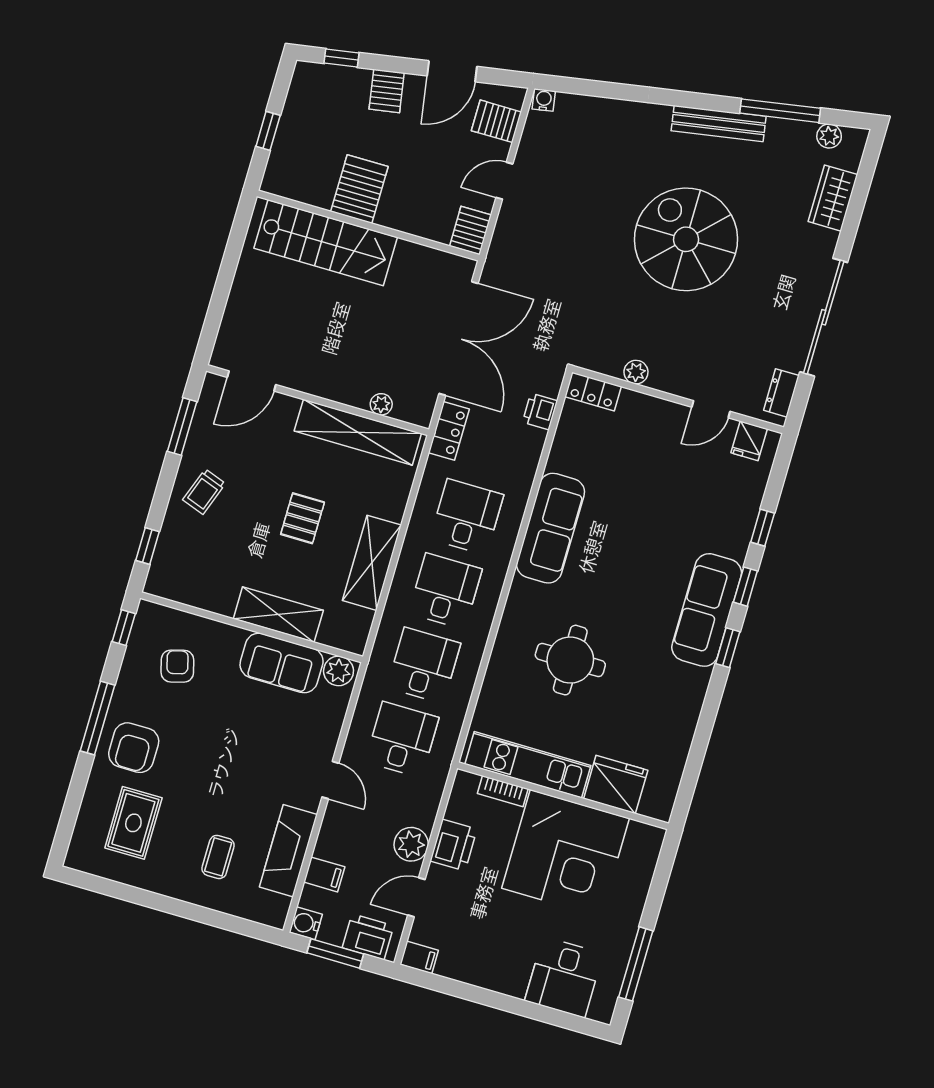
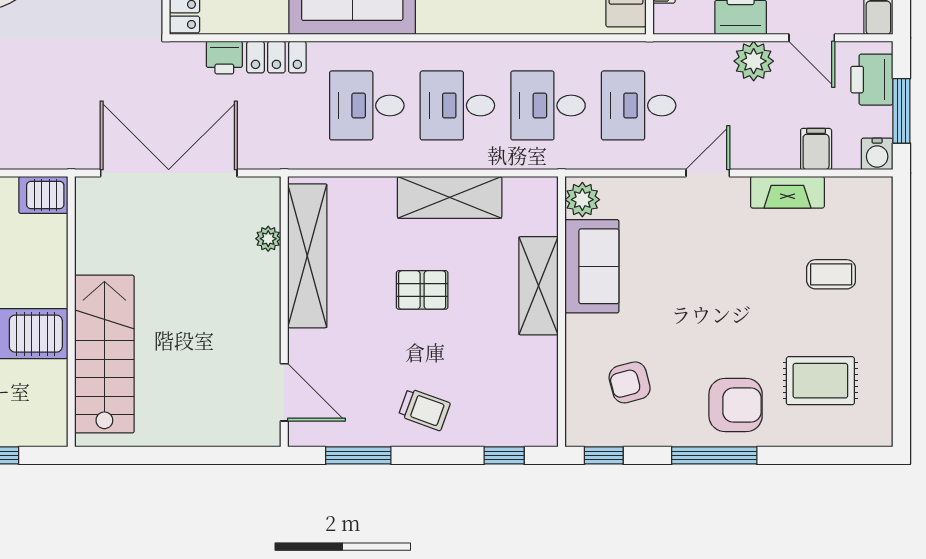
locker: (449, 431) -> (276, 57), moved, turned 180
fireplace: (288, 851) -> (787, 192), width x0.73, depth x0.76

